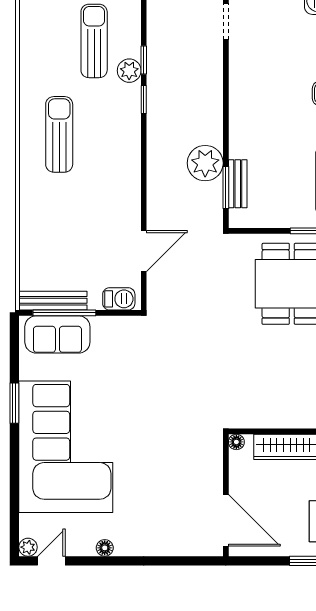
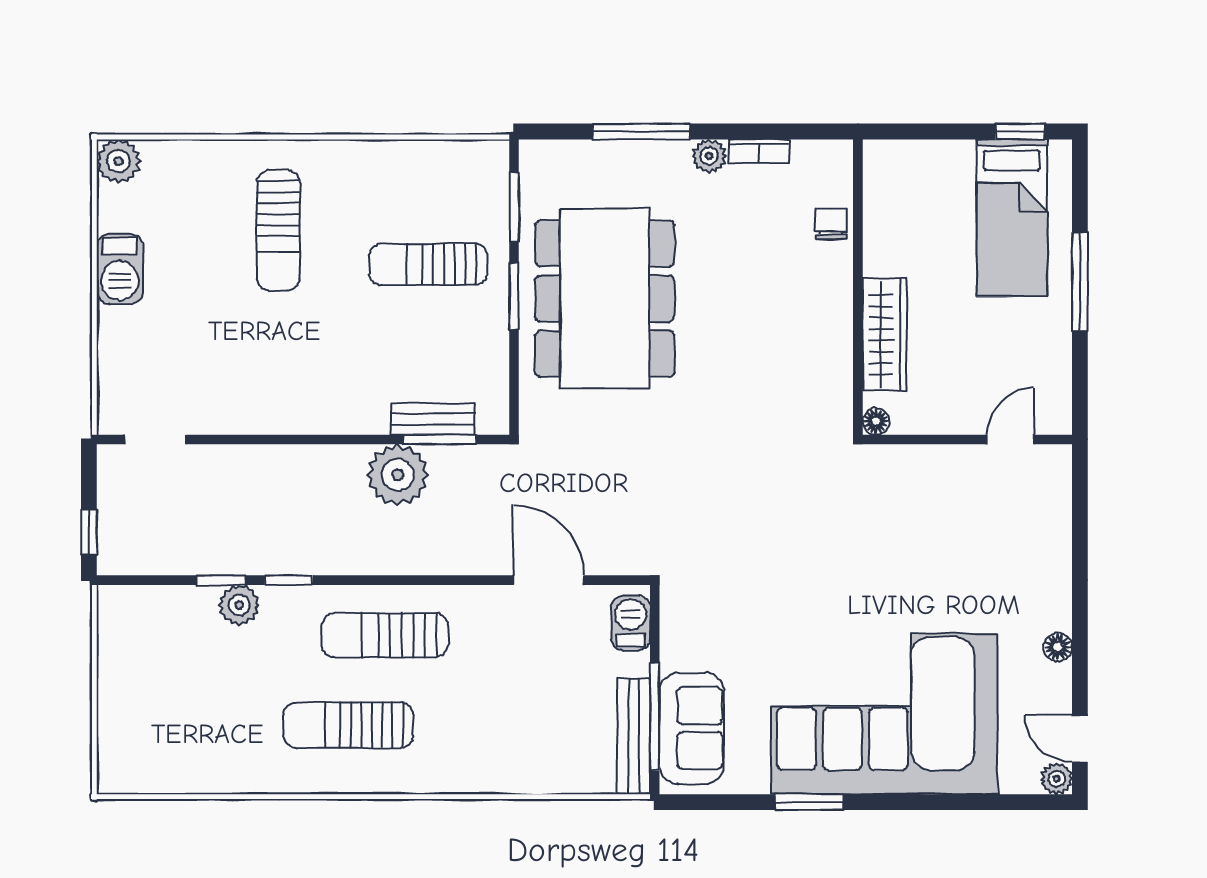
sun lounger: (94, 41) -> (385, 635), moved
door: (226, 520) -> (1011, 439), width x0.53

